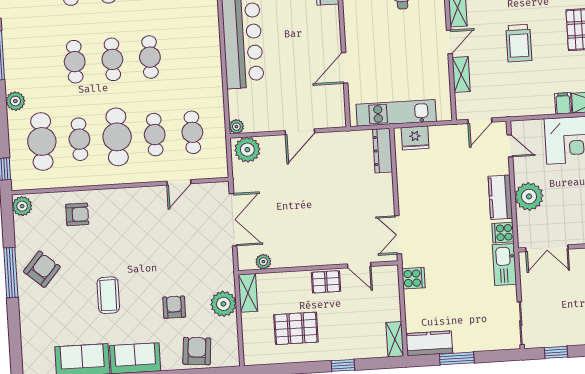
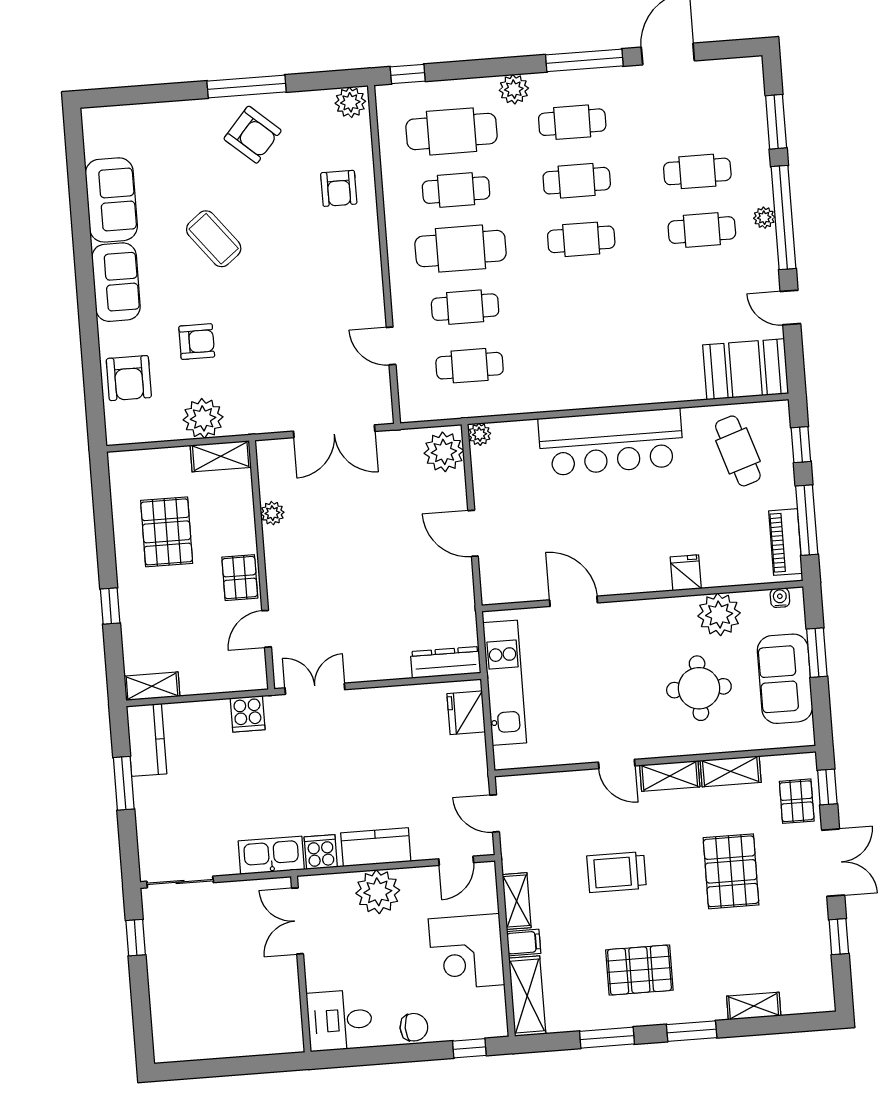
cafe table: (150, 57) -> (572, 122), moved
shelving: (461, 74) -> (517, 901), moved, turned 90
plant: (263, 262) -> (272, 513), moved
coffee table: (108, 295) -> (214, 239), turned 52
armchair: (197, 351) -> (129, 378), turned 85

